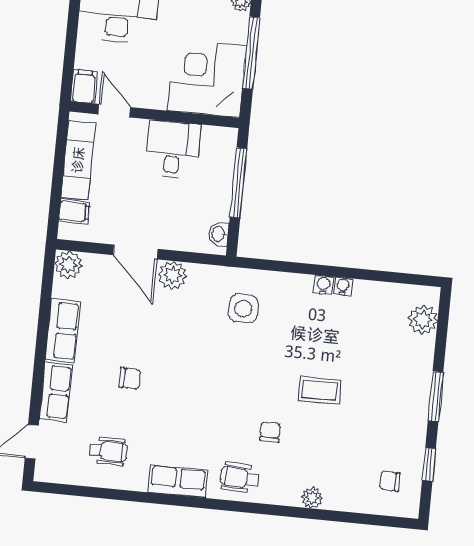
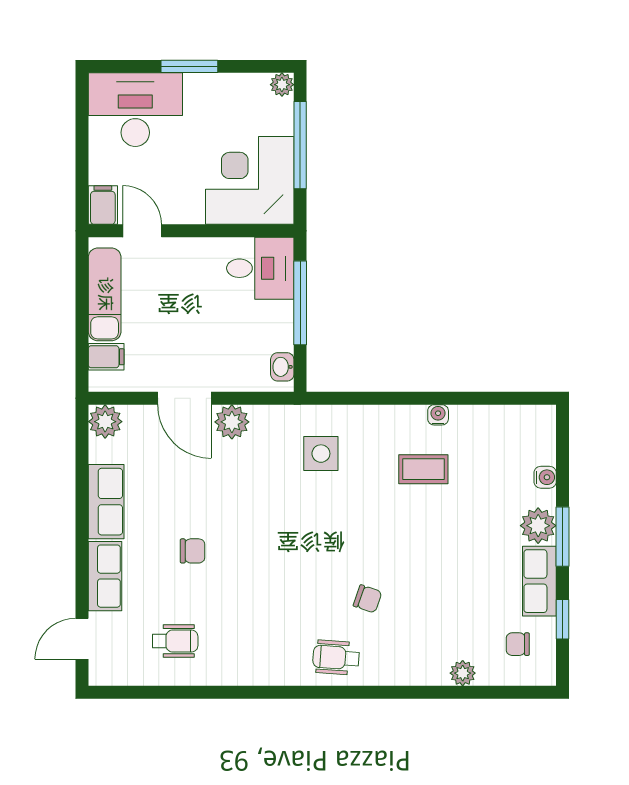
desk: (173, 150) -> (260, 268), moved, turned 90
water cooler: (323, 285) -> (545, 477), moved, turned 90
plant: (423, 320) -> (538, 526), moved
coffee table: (320, 390) -> (423, 469), moved
chair: (270, 432) -> (368, 599), turned 109
row of seats: (178, 481) -> (539, 581), moved, turned -90
plant: (312, 498) -> (463, 673), moved

